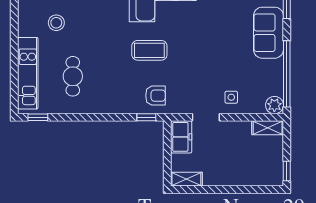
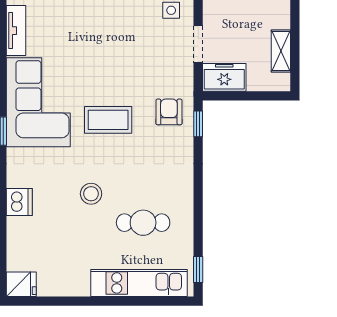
stool: (56, 23) -> (91, 194), moved
coffee table: (149, 50) -> (108, 120), turned 90
shelving: (186, 179) -> (281, 51), moved

